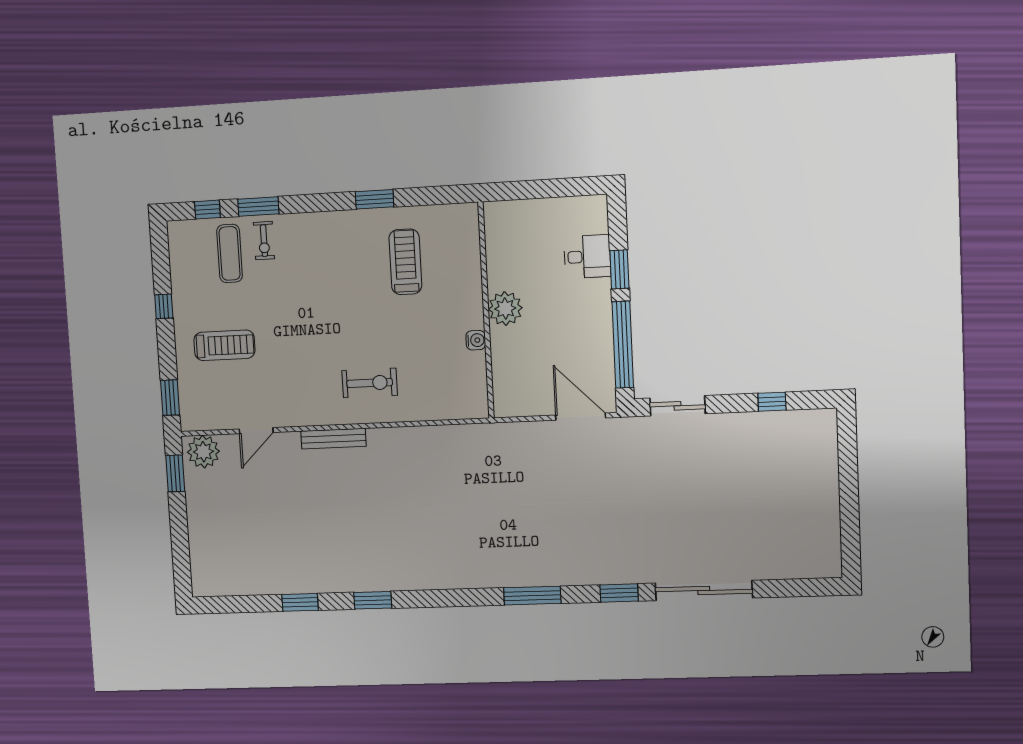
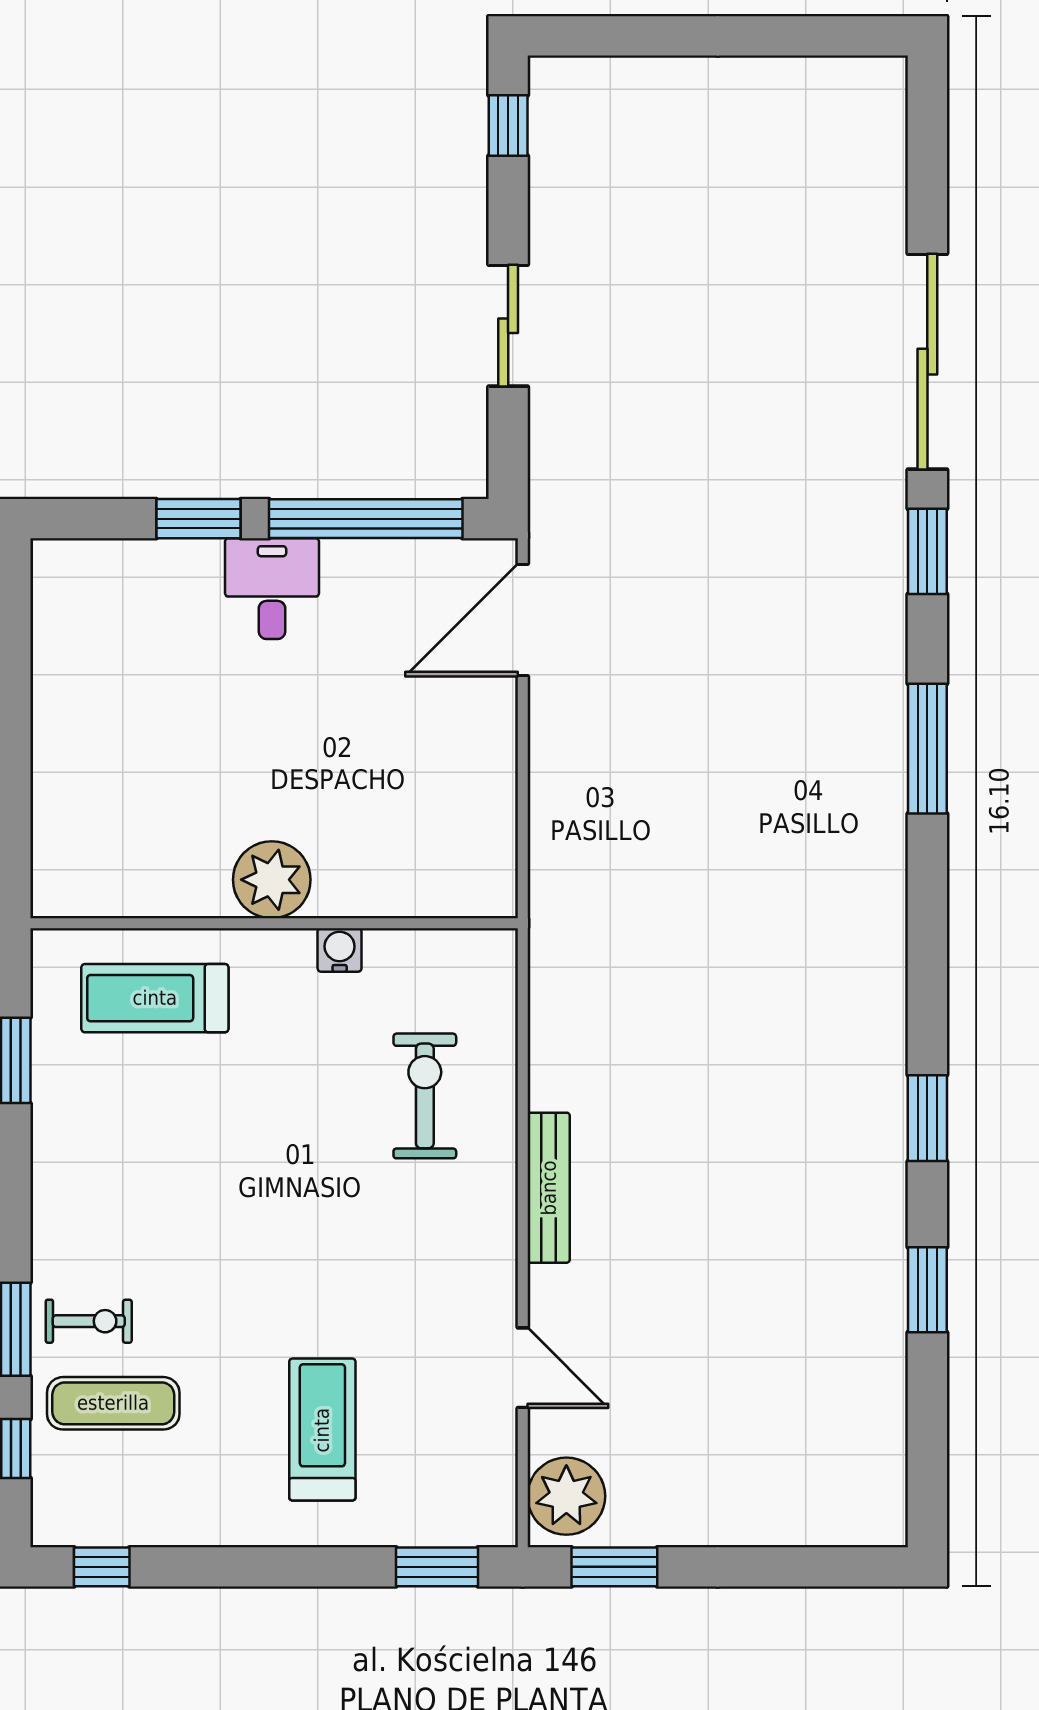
desk: (587, 257) -> (272, 589), moved
window: (164, 306) -> (102, 1567), moved
plant: (505, 308) -> (272, 880), moved
wall: (486, 311) -> (274, 923), moved
water cooler: (476, 340) -> (340, 950), moved
window: (772, 402) -> (508, 126), moved
sliding door: (677, 406) -> (508, 326), moved

